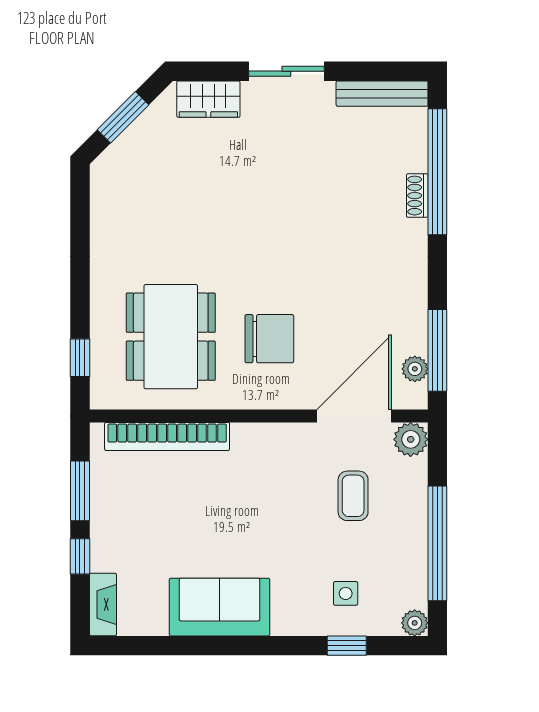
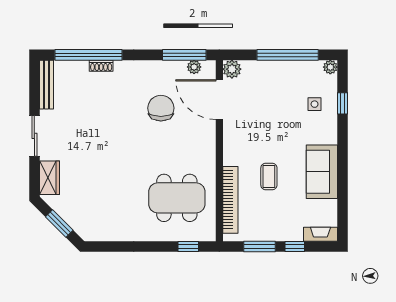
chair: (269, 339) -> (161, 108), moved
coffee table: (353, 496) -> (269, 176), moved, turned 90

